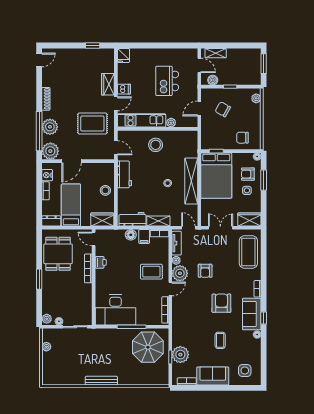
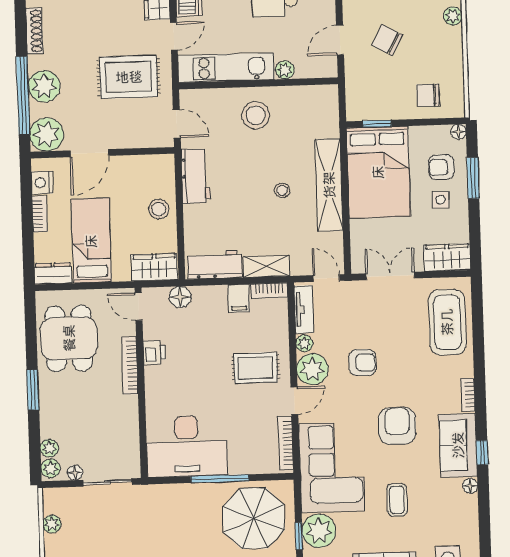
floor lamp: (131, 235) -> (180, 297), moved
armchair: (205, 271) -> (362, 362), turned -90
plant: (46, 309) -> (49, 448), added
corner sofa: (188, 323) -> (332, 467), added

